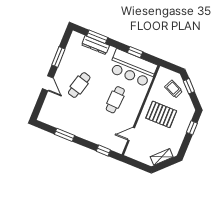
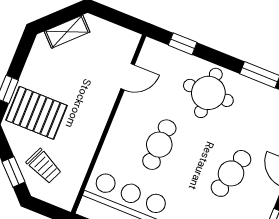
pallet: (161, 114) -> (37, 113), moved
round table: (90, 126) -> (208, 93), added

